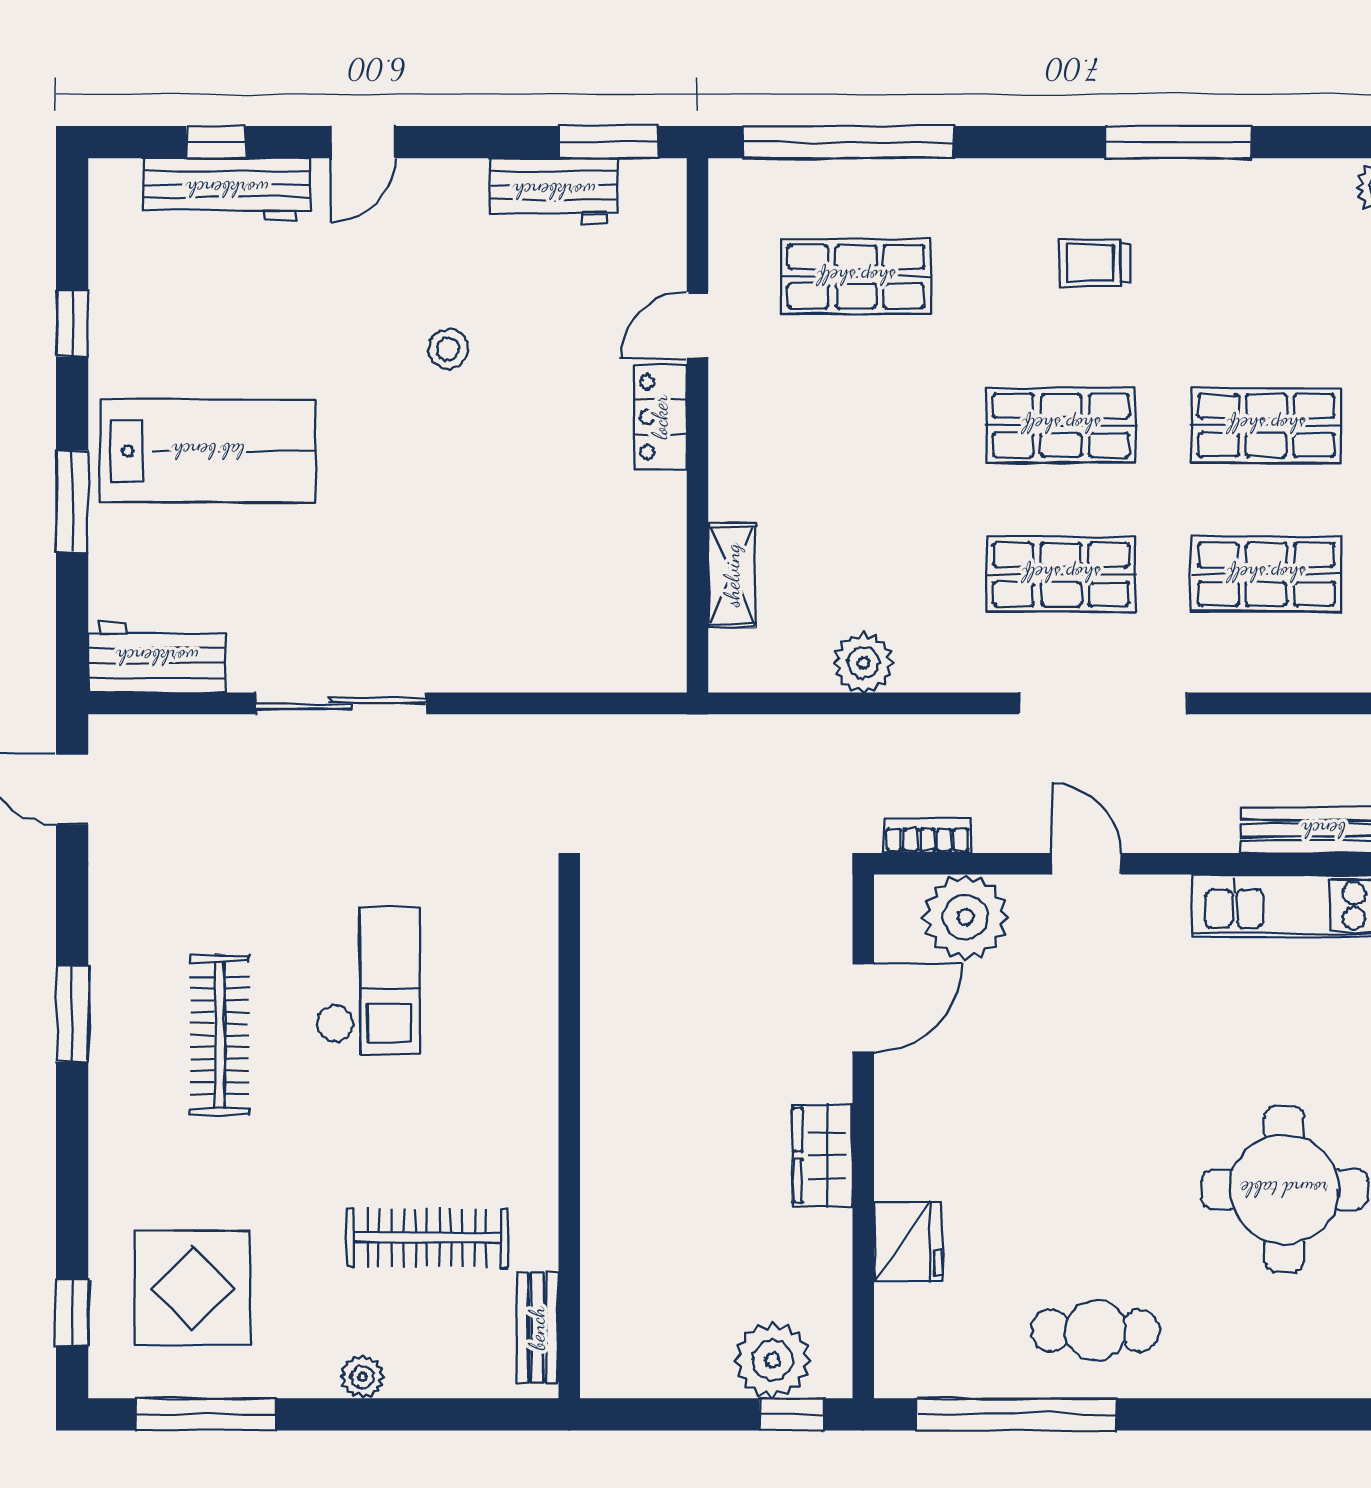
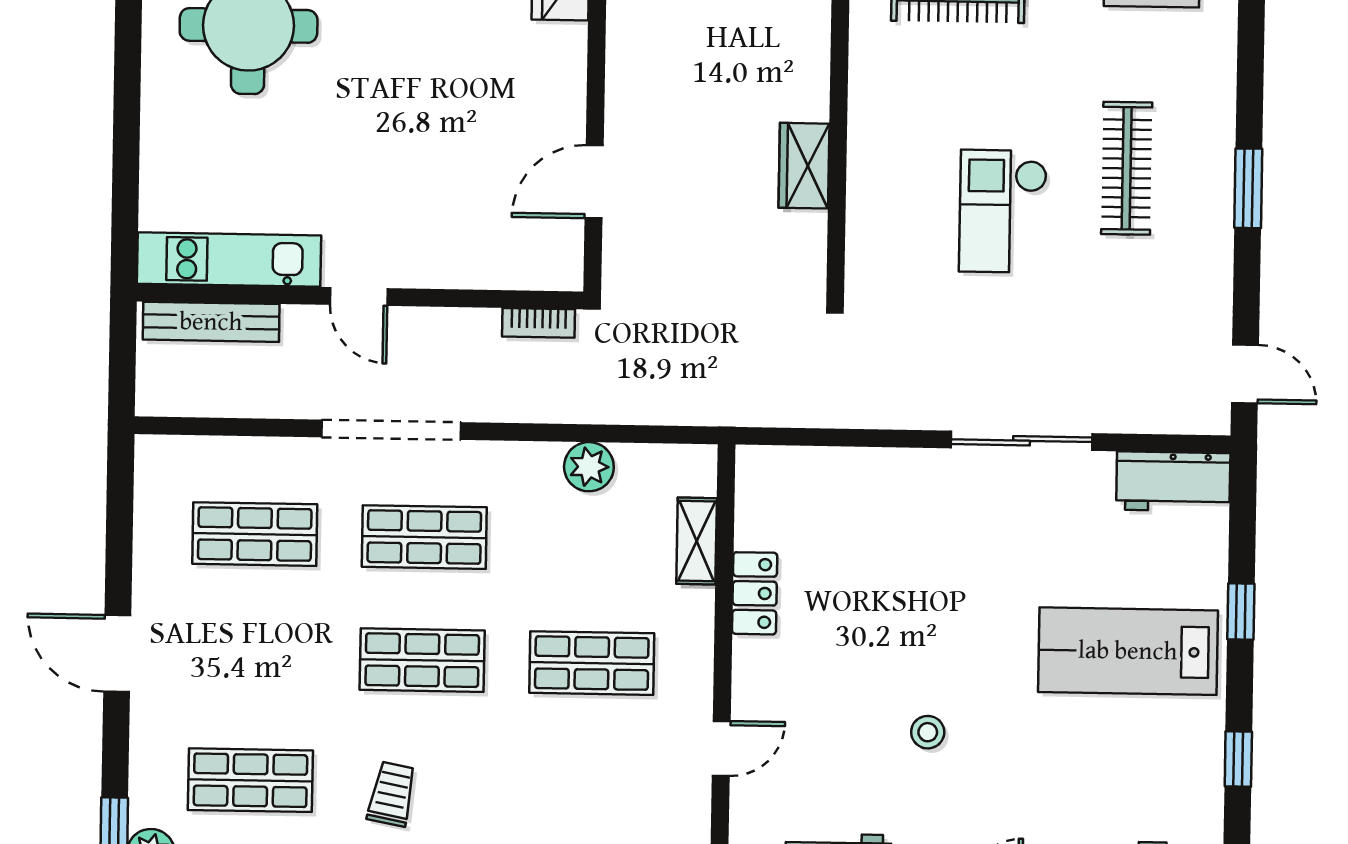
trolley: (1095, 263) -> (392, 794), turned -79
shop shelf: (856, 277) -> (592, 663), moved
locker: (660, 417) -> (755, 593), moved
shop shelf: (1266, 425) -> (250, 780), moved
window: (72, 501) -> (1241, 612), width x0.67
door: (1086, 864) -> (359, 297), moved
plant: (966, 917) -> (508, 255), removed
wardrobe: (823, 1155) -> (804, 166), moved, turned 180

